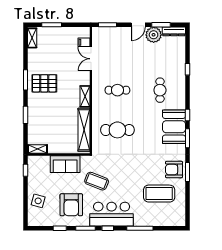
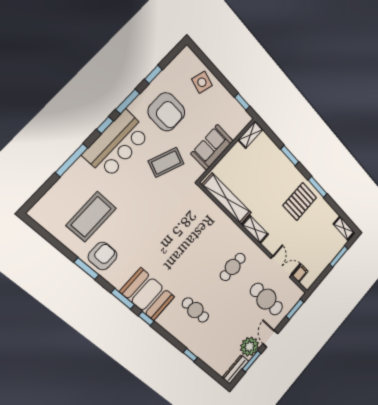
cafe table: (117, 130) -> (266, 299), moved, turned 90
armchair: (71, 205) -> (166, 112), turned 180

